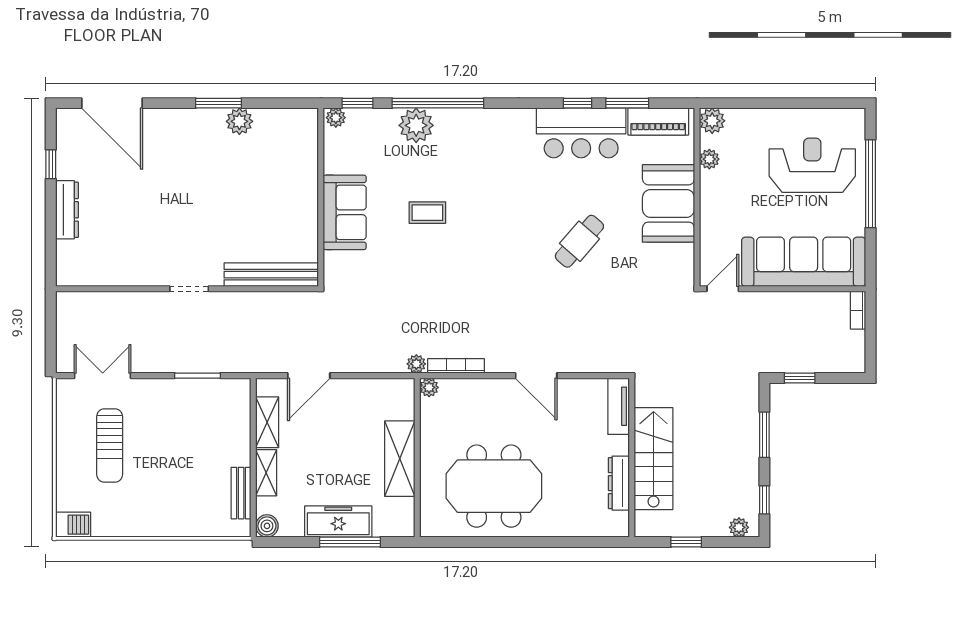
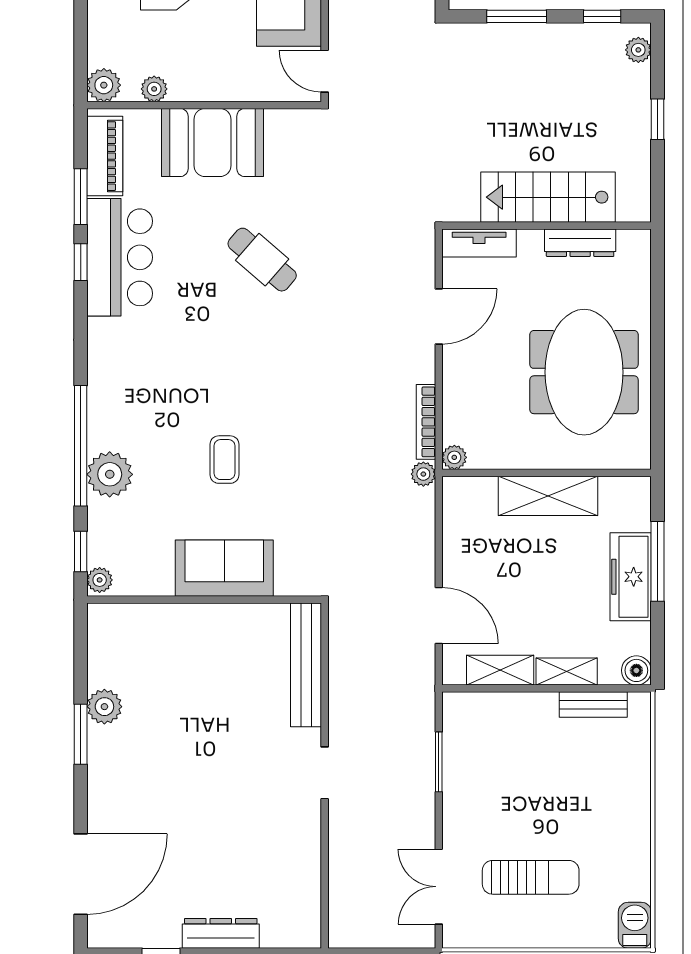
tv unit: (619, 406) -> (479, 243), moved
wall: (632, 458) -> (547, 226), moved
stairs: (654, 459) -> (548, 197), moved
dresser: (619, 483) -> (580, 243), moved

